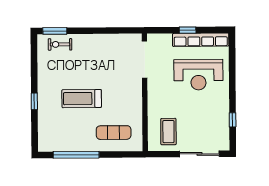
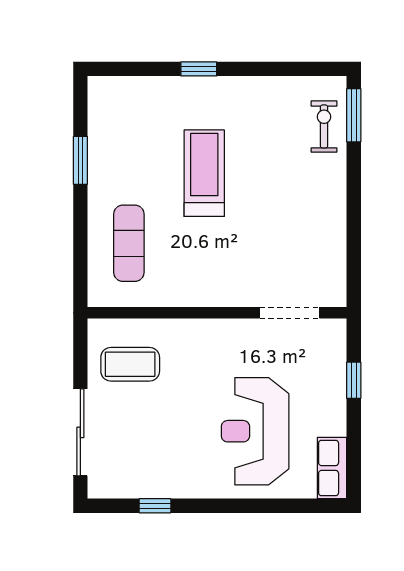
window: (188, 30) -> (354, 380), moved
row of seats: (201, 40) -> (332, 468), width x0.50
doorway: (145, 59) -> (290, 313), width x0.73
window: (76, 155) -> (80, 160), width x0.47

